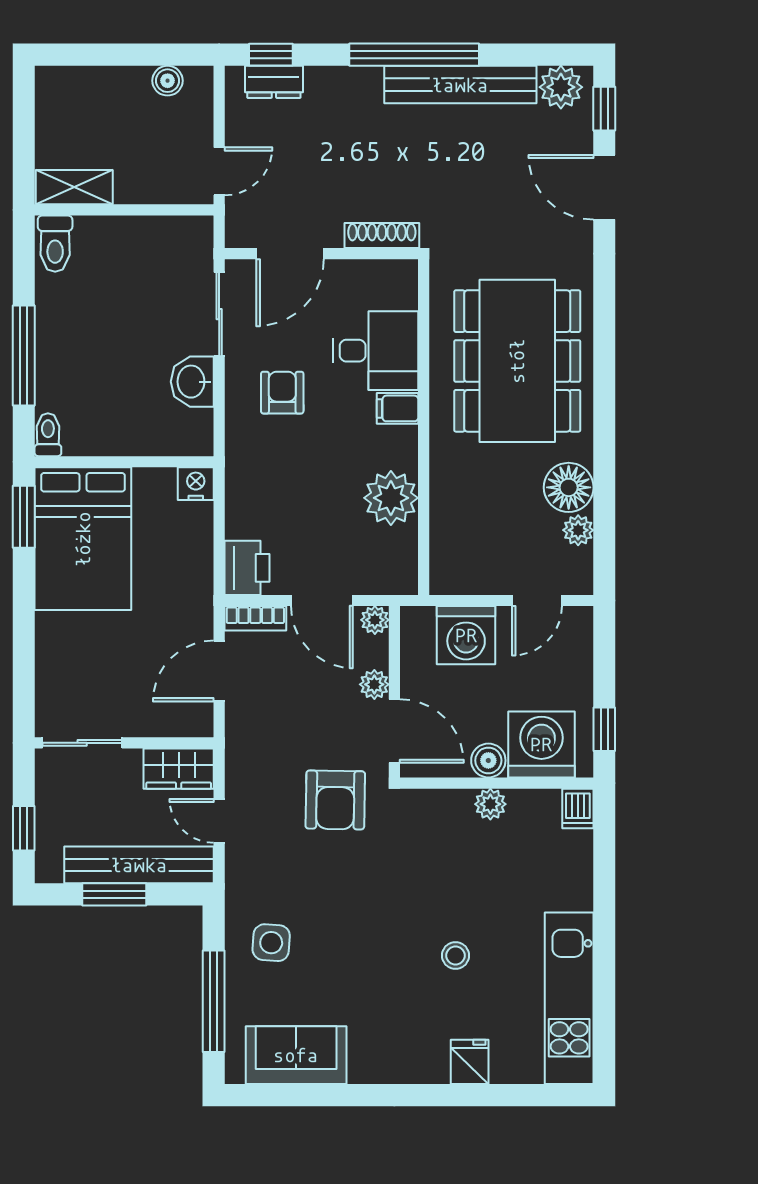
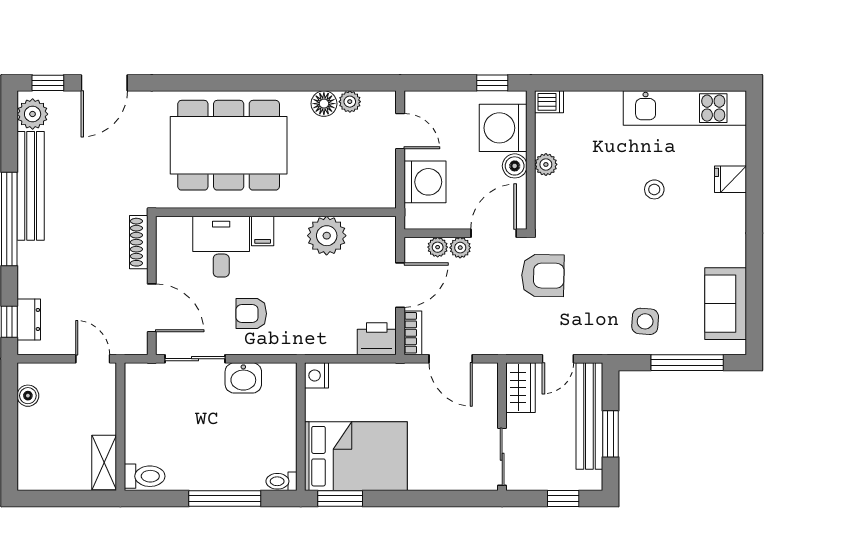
floor lamp: (569, 487) -> (324, 104), width x0.73, depth x0.73
plant: (375, 620) -> (438, 247), moved

